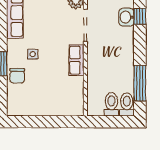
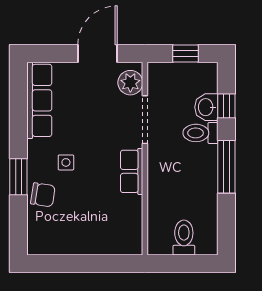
chair: (17, 76) -> (43, 195), turned -81
window: (140, 83) -> (226, 167), moved
toilet: (127, 104) -> (200, 133), moved, turned -90

